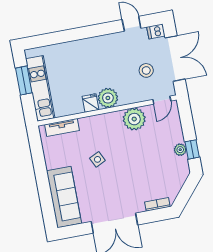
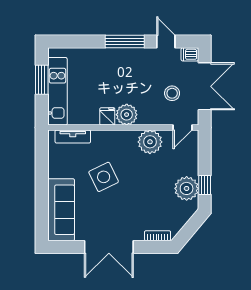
window: (94, 31) -> (125, 42), added
plant: (180, 150) -> (187, 188), width x1.88, depth x1.88
side table: (97, 159) -> (104, 177), width x1.87, depth x1.87

